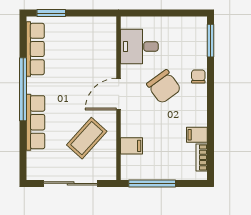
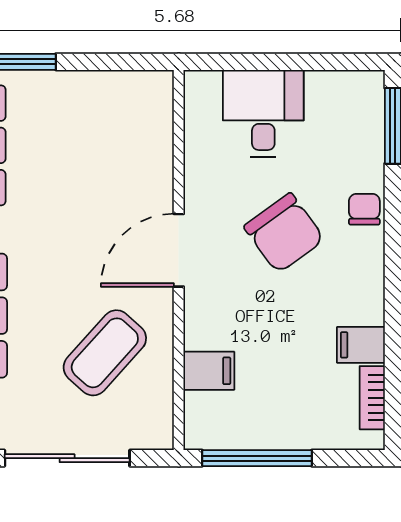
desk: (139, 46) -> (263, 113), moved, turned 90

